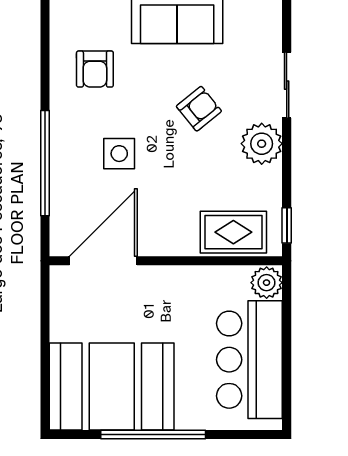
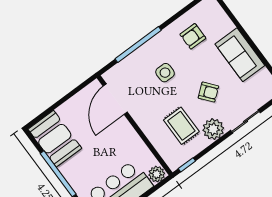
rug: (233, 232) -> (181, 126), moved
door: (103, 261) -> (115, 99), swing flipped
booth: (112, 386) -> (55, 139), width x0.73, depth x0.70

